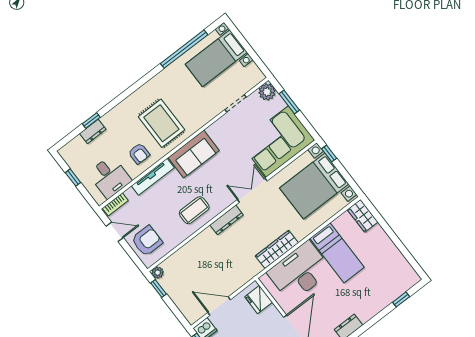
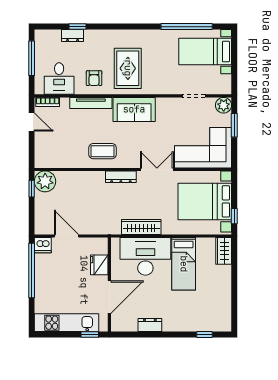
window: (329, 154) -> (234, 216), moved
window: (73, 178) -> (32, 58), width x2.17
armchair: (147, 241) -> (50, 147), removed
plant: (158, 273) -> (45, 181), width x1.87, depth x1.87
fridge: (259, 299) -> (99, 265), moved

